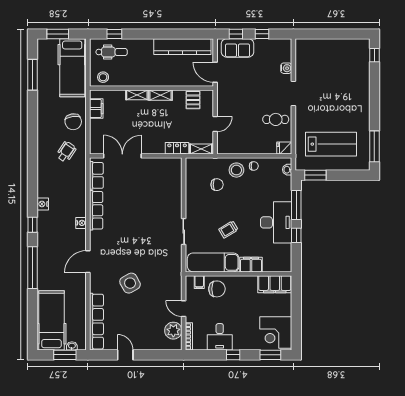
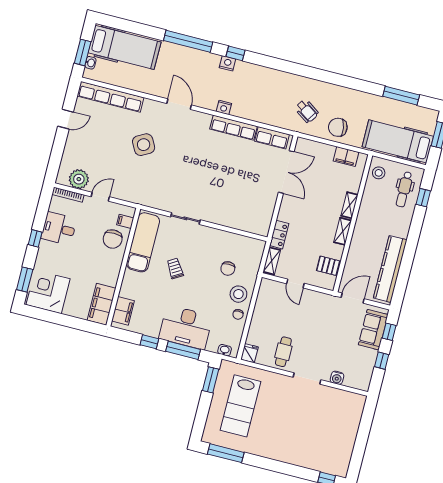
nightstand: (43, 204) -> (227, 63), moved
desk: (276, 222) -> (186, 327), moved
filing cabinet: (251, 265) -> (123, 311), moved

